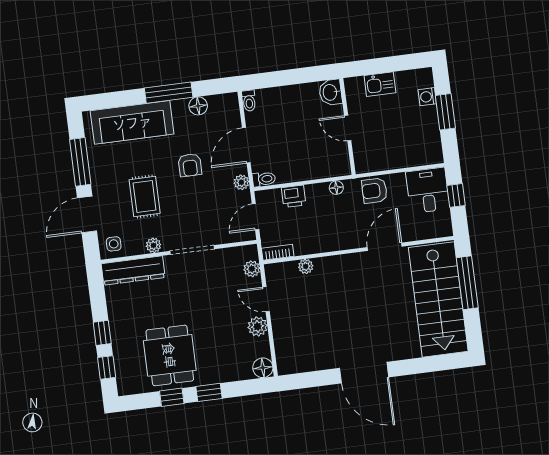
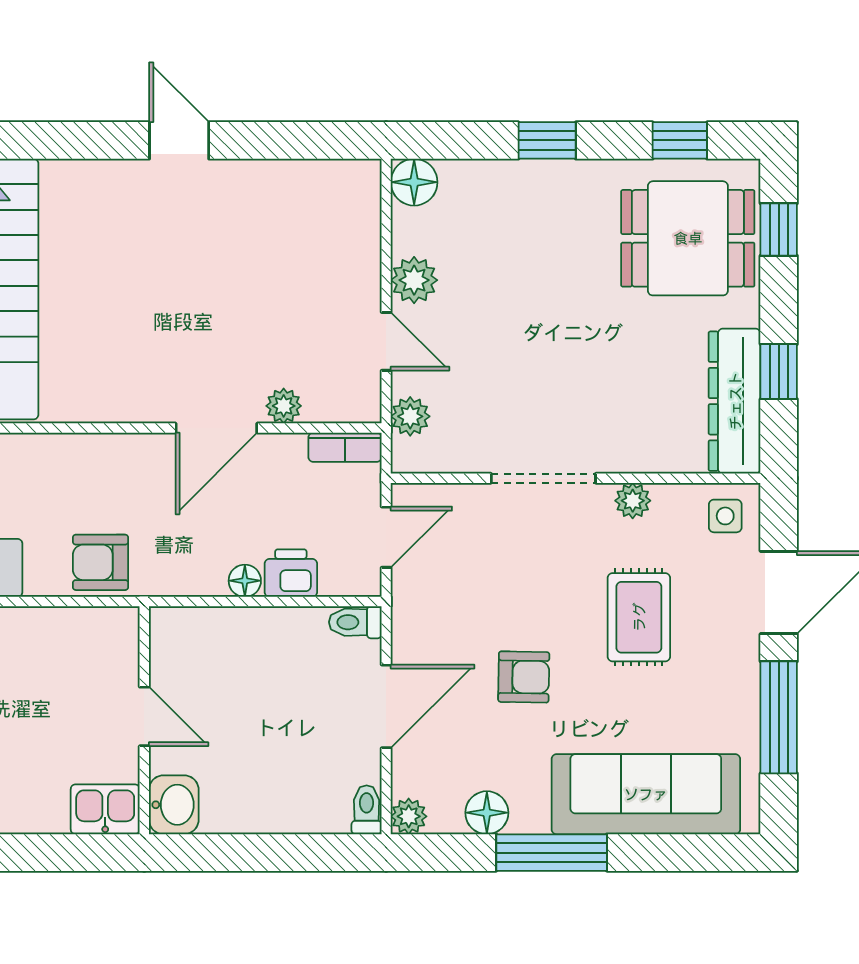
kitchen sink: (380, 84) -> (105, 809), moved
armchair: (190, 165) -> (524, 677), turned 91
plant: (241, 182) -> (409, 816), moved
floor lamp: (336, 188) -> (245, 581), moved
armchair: (374, 191) -> (100, 562), turned 180
door: (385, 247) -> (216, 428), moved
dresser: (133, 271) -> (735, 401), moved, turned -90
window: (102, 333) -> (779, 372), moved
dining table: (170, 355) -> (688, 238), moved, turned 90
door: (364, 373) -> (179, 140), width x0.53
window: (172, 397) -> (680, 140), moved

